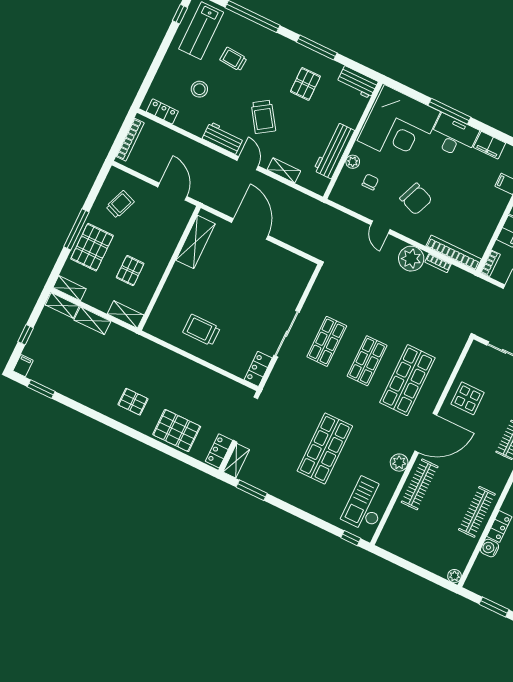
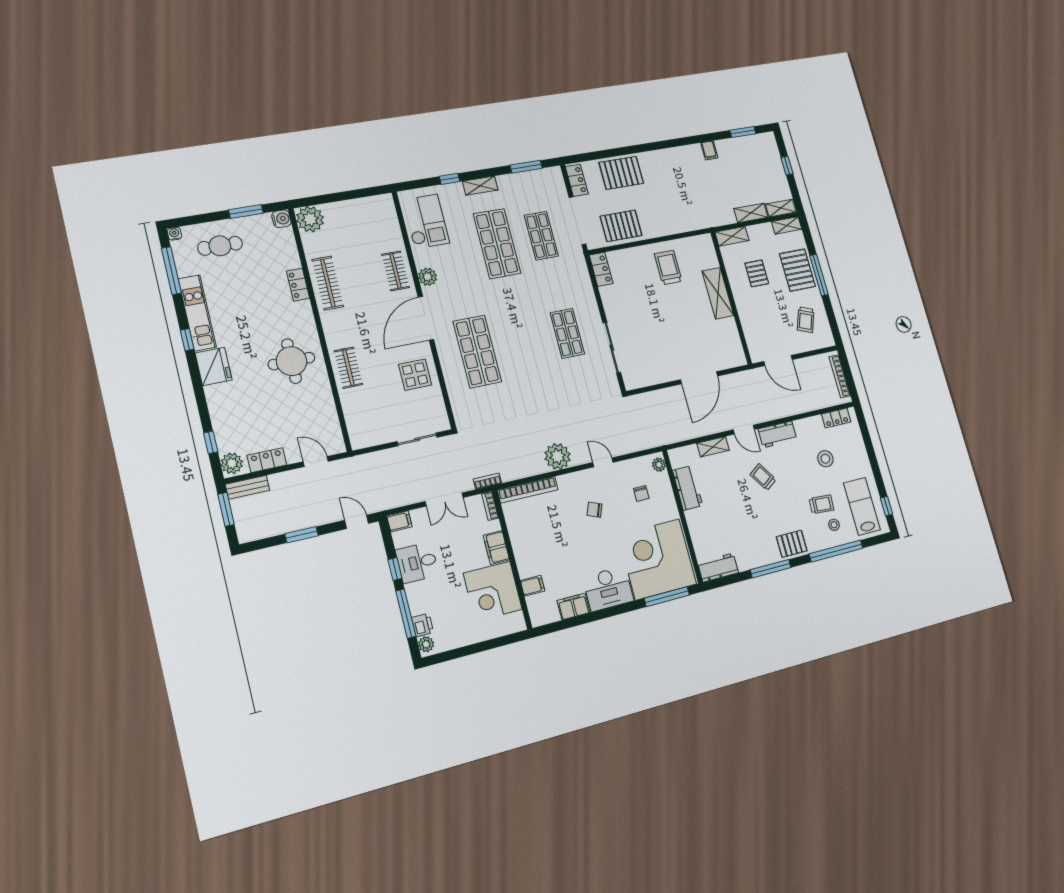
stool: (237, 36) -> (834, 525), added
pallet: (305, 84) -> (792, 544), moved, turned 90
window: (449, 111) -> (667, 597), moved
trolley: (263, 117) -> (763, 477), width x0.73, depth x0.72
workbench: (334, 150) -> (688, 488), width x0.73
plant: (353, 162) -> (659, 465), moved
chair: (416, 199) -> (595, 510), width x0.54, depth x0.54
door: (250, 229) -> (699, 378), hinge flipped
shelving: (195, 242) -> (718, 293), moved
bookcase: (438, 263) -> (487, 481), moved
trolley: (202, 330) -> (668, 267), turned -90
sliding door: (287, 334) -> (612, 348), moved
shop shelf: (367, 361) -> (541, 236), moved
filing cabinet: (23, 366) -> (709, 150), moved
pallet: (133, 402) -> (621, 226), moved, width x1.50, depth x1.42
shelving: (236, 461) -> (480, 186), moved, turned 90
clothes rail: (420, 484) -> (396, 271), width x0.73
window: (351, 538) -> (450, 179), moved
water cooler: (490, 548) -> (281, 219), moved
plant: (455, 576) -> (310, 219), width x1.87, depth x1.87

